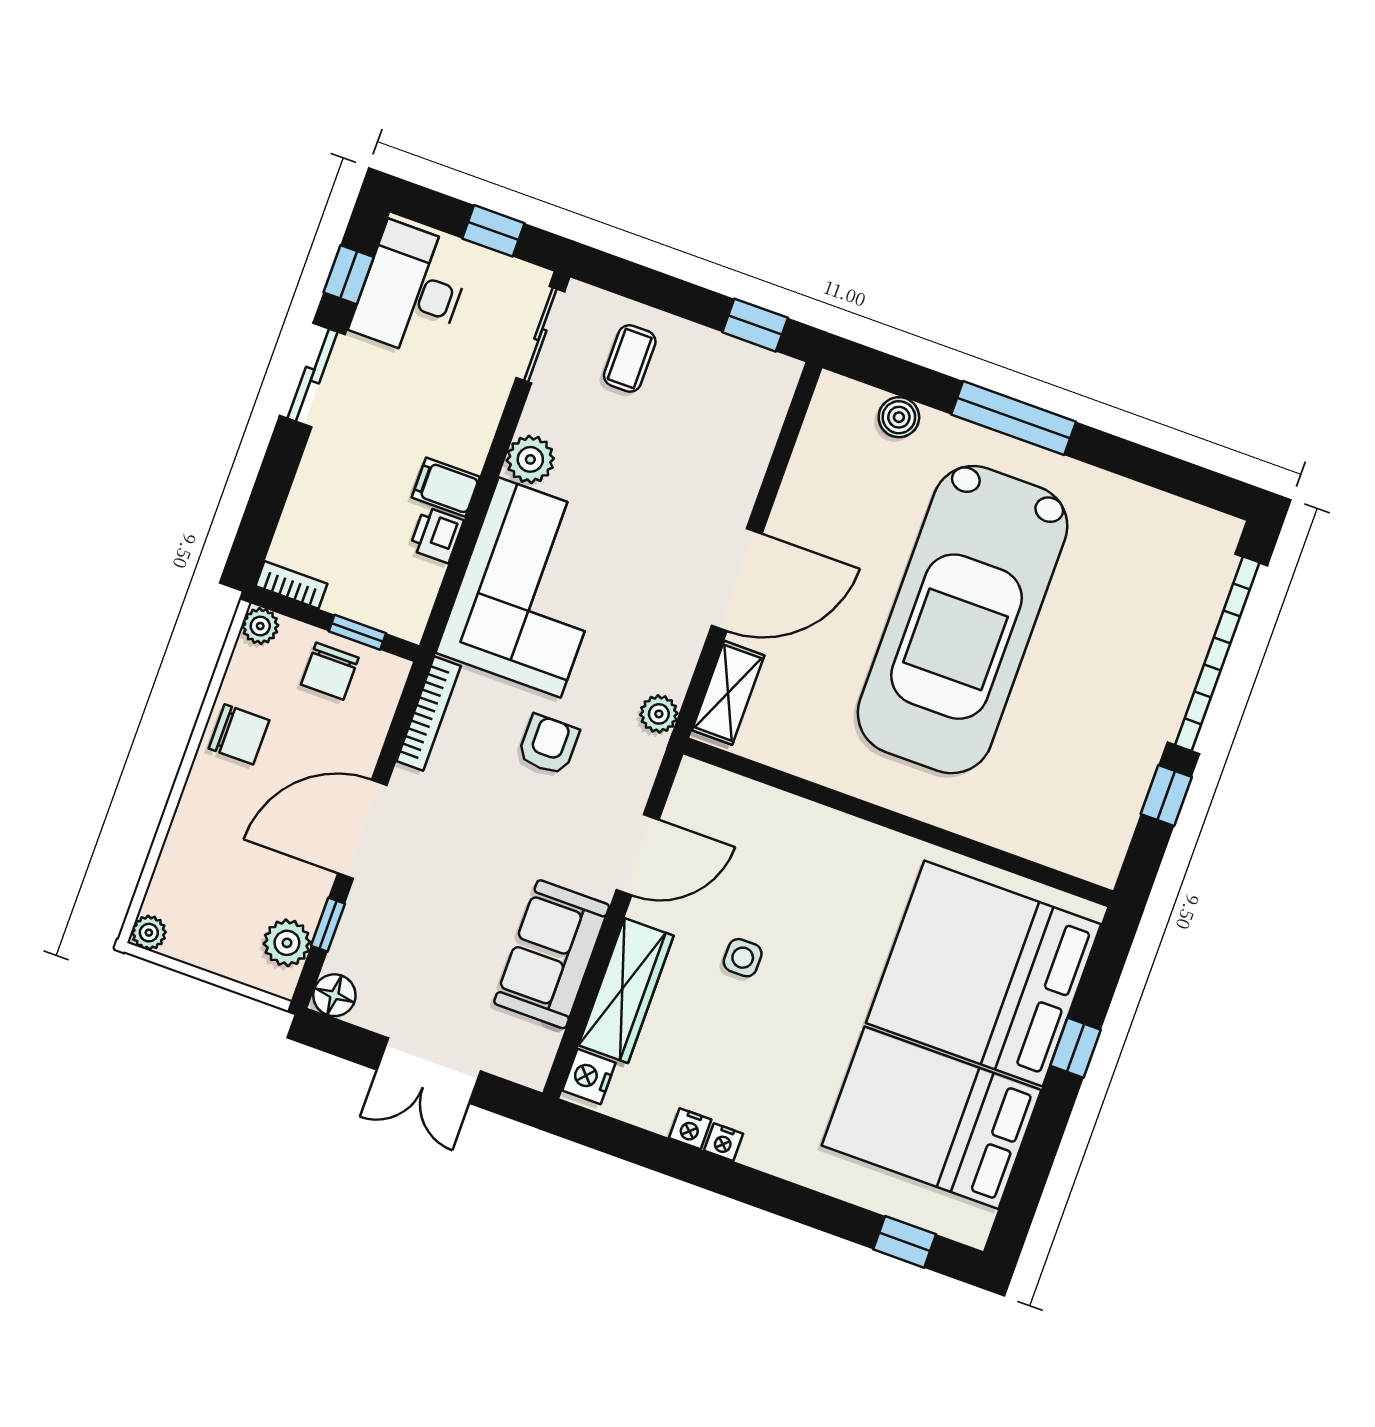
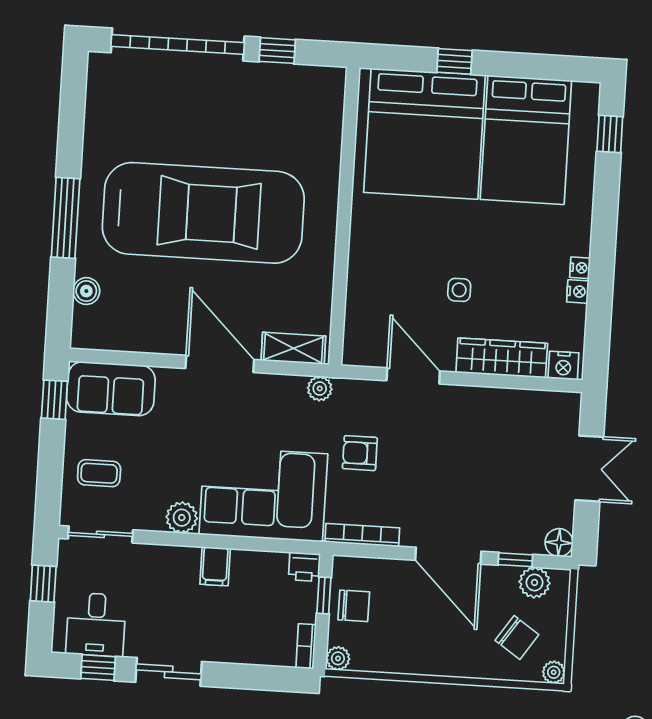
desk: (412, 290) -> (96, 625), width x0.73
printer: (436, 535) -> (304, 567), moved
chair: (239, 734) -> (517, 637), moved, turned 124
sofa: (552, 954) -> (111, 389), moved

